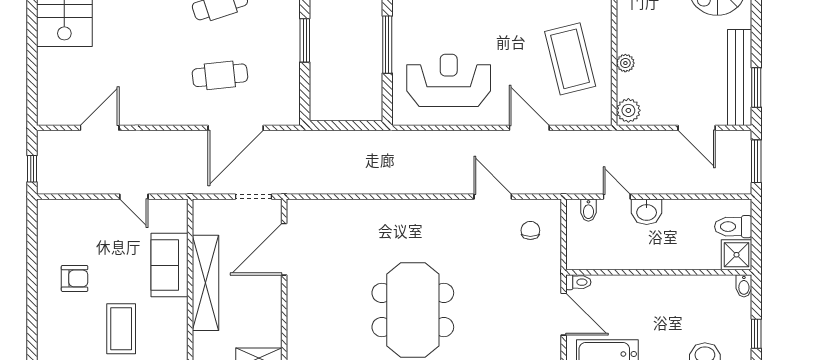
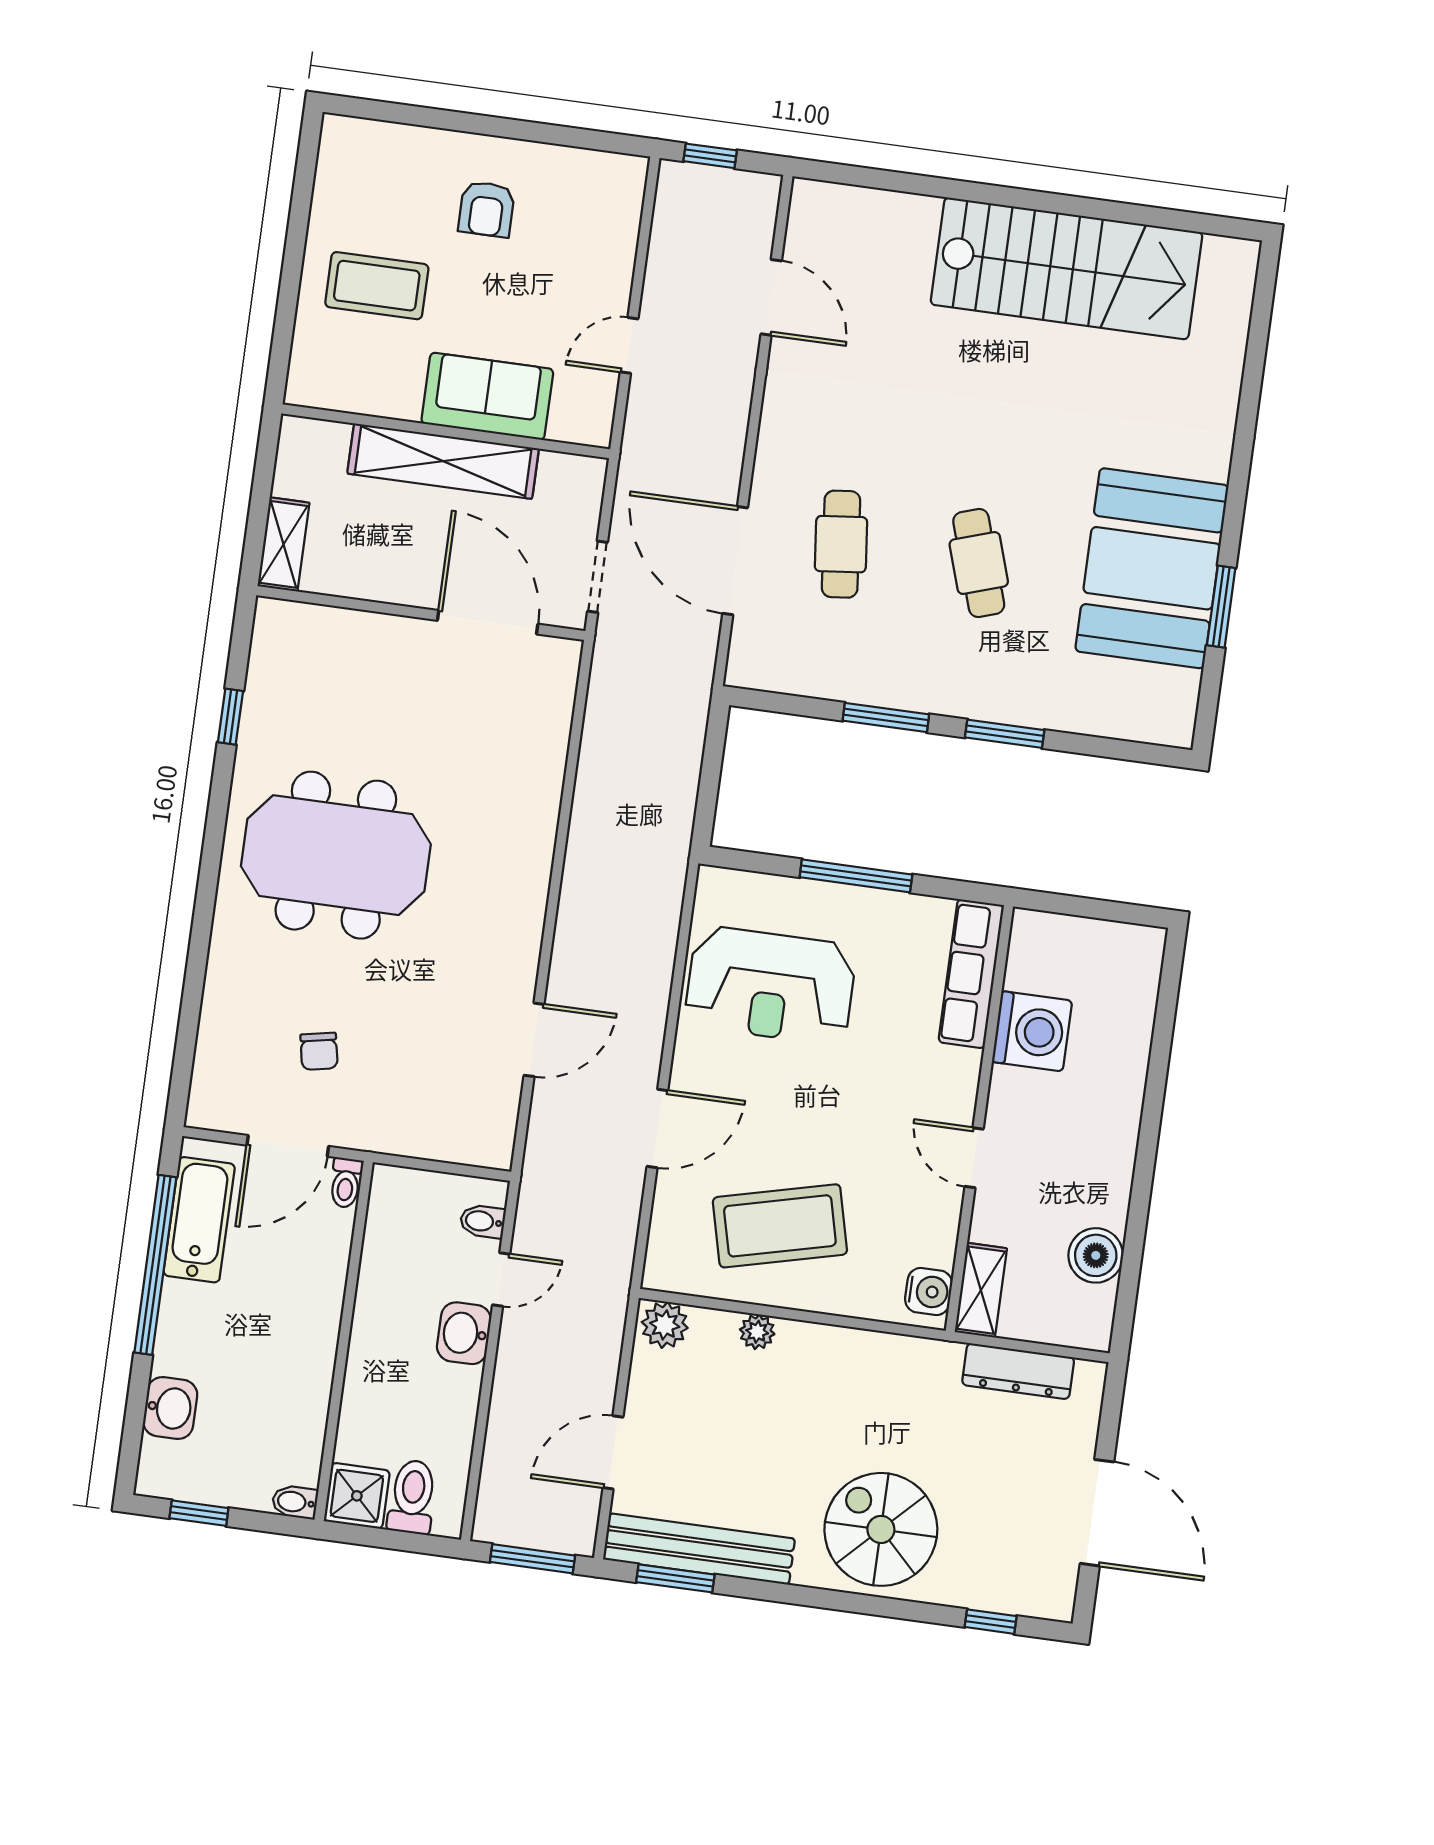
reception desk: (449, 80) -> (770, 985), turned 90
chair: (530, 230) -> (319, 1051), moved, turned 79

